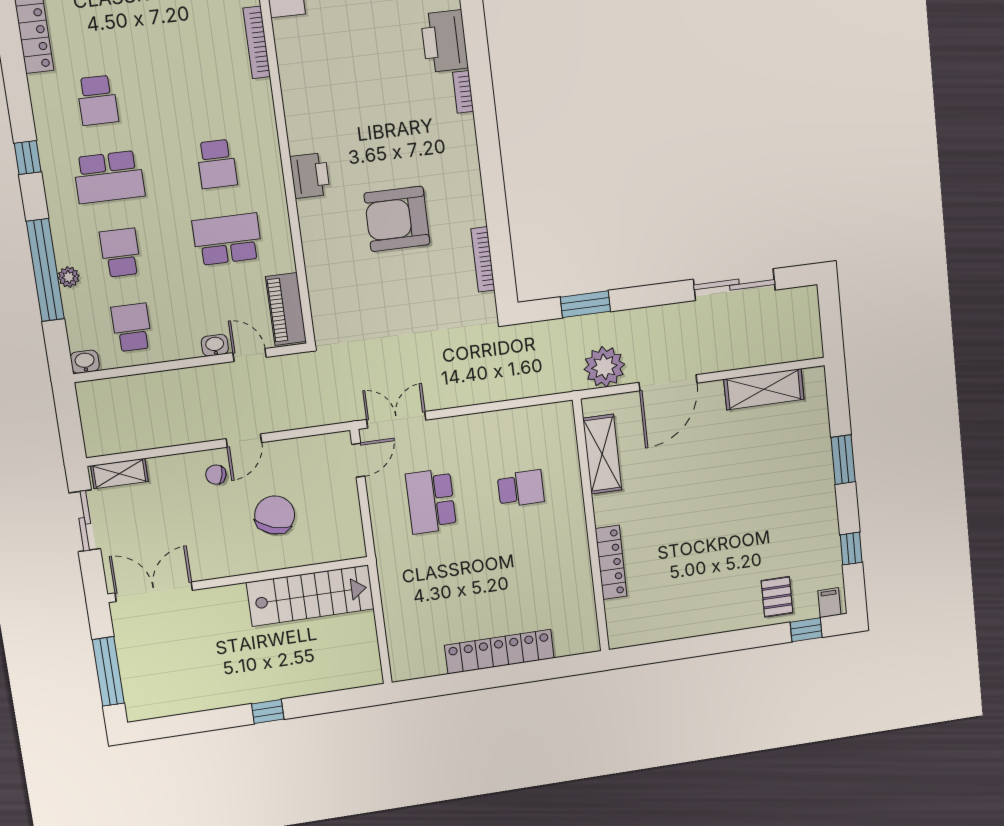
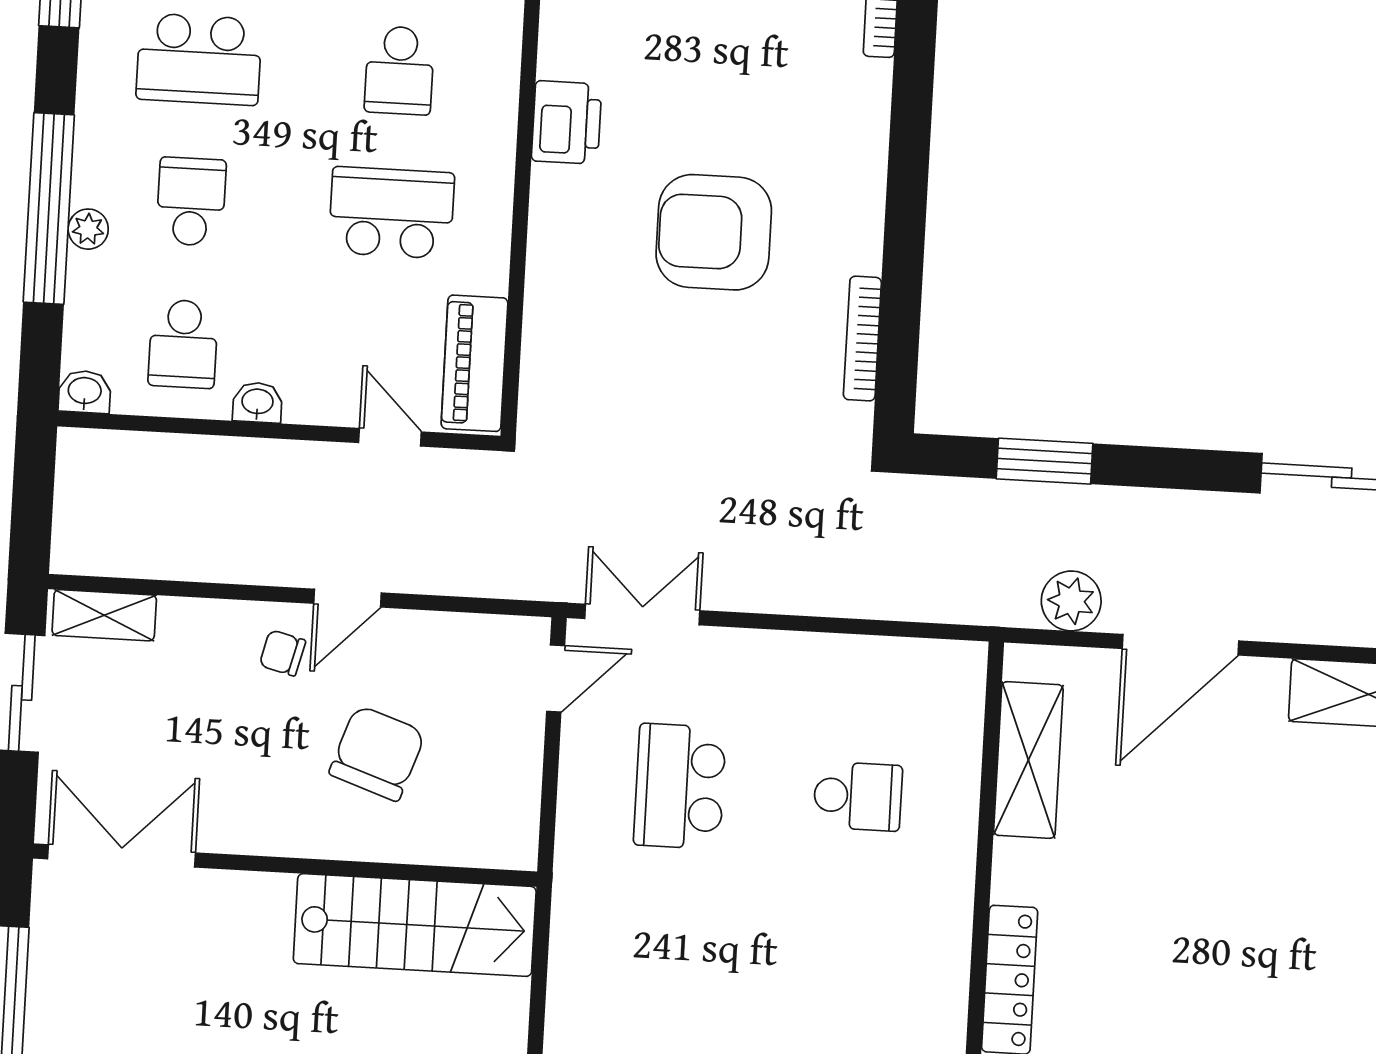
school desk: (132, 327) -> (183, 344), turned 180
washbasin: (215, 345) -> (257, 403), moved
plant: (604, 367) -> (1071, 601), width x0.73, depth x0.73

